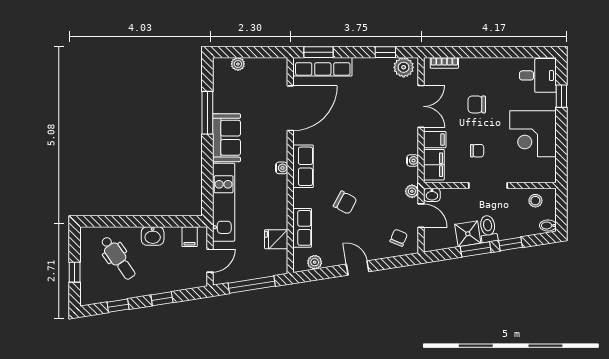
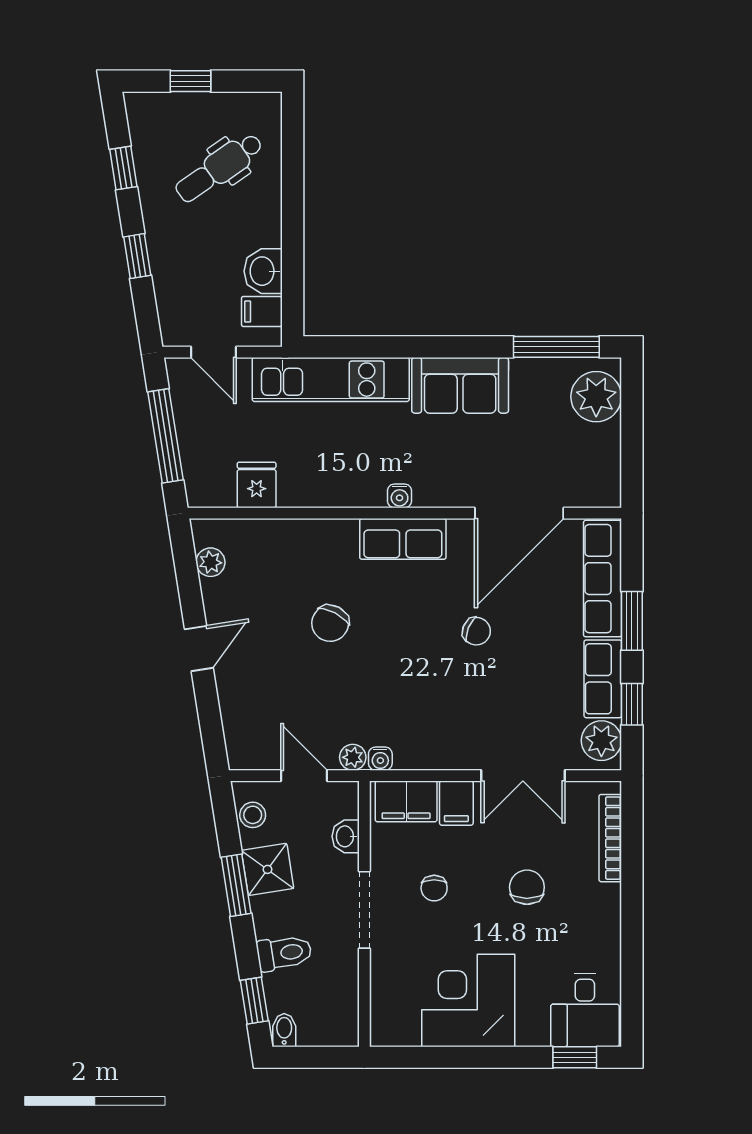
window: (318, 52) -> (632, 621), moved
bookcase: (444, 63) -> (610, 838), width x1.56
plant: (238, 64) -> (596, 397), width x1.88, depth x1.88
window: (561, 96) -> (575, 1057), moved
door: (290, 108) -> (519, 513), hinge flipped
window: (207, 113) -> (556, 347), moved
water cooler: (413, 160) -> (380, 759), moved
washbasin: (432, 195) -> (346, 836), moved
stool: (535, 201) -> (253, 815), moved
door: (421, 216) -> (304, 776), swing flipped
row of seats: (302, 228) -> (603, 679), moved, turned 90
toilet: (488, 229) -> (284, 953), moved
washbasin: (153, 236) -> (263, 271), moved
chair: (399, 238) -> (476, 631), moved
window: (511, 244) -> (254, 1001), moved

